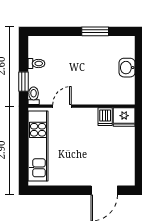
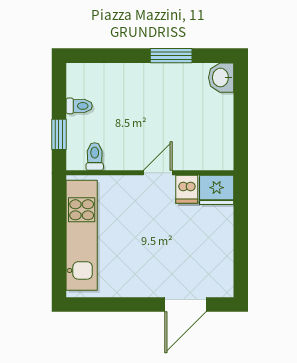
washbasin: (127, 68) -> (221, 78), moved
toilet: (34, 96) -> (95, 156), moved
door: (62, 106) -> (158, 173), moved

